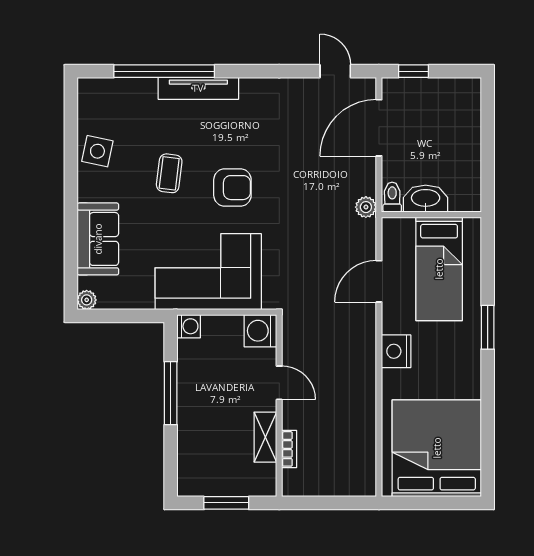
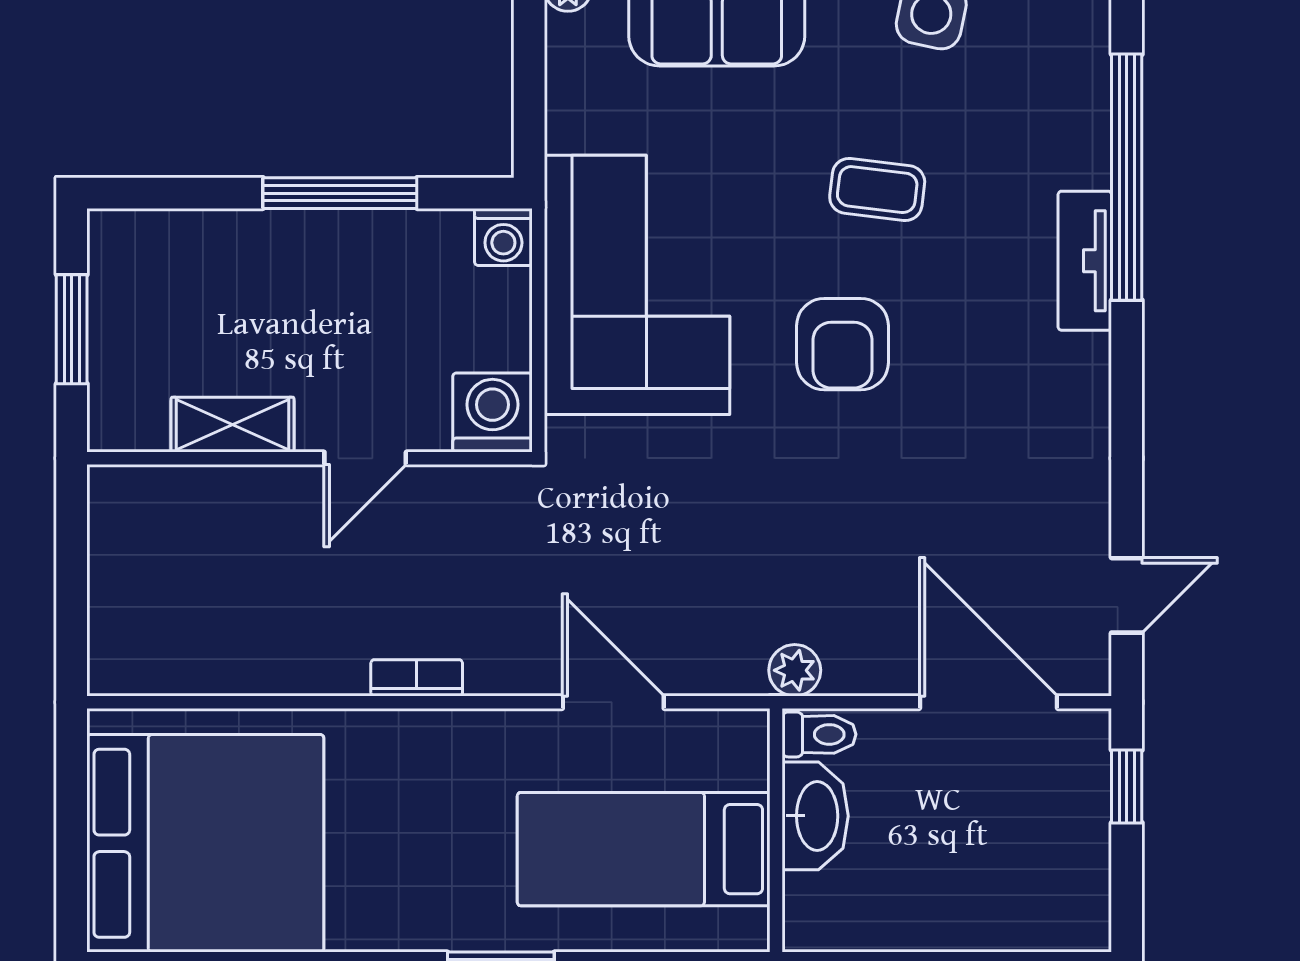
tv unit: (198, 88) -> (1085, 261), width x0.71
nightstand: (396, 351) -> (442, 744), removed
bookcase: (289, 449) -> (417, 678), moved, turned 180

